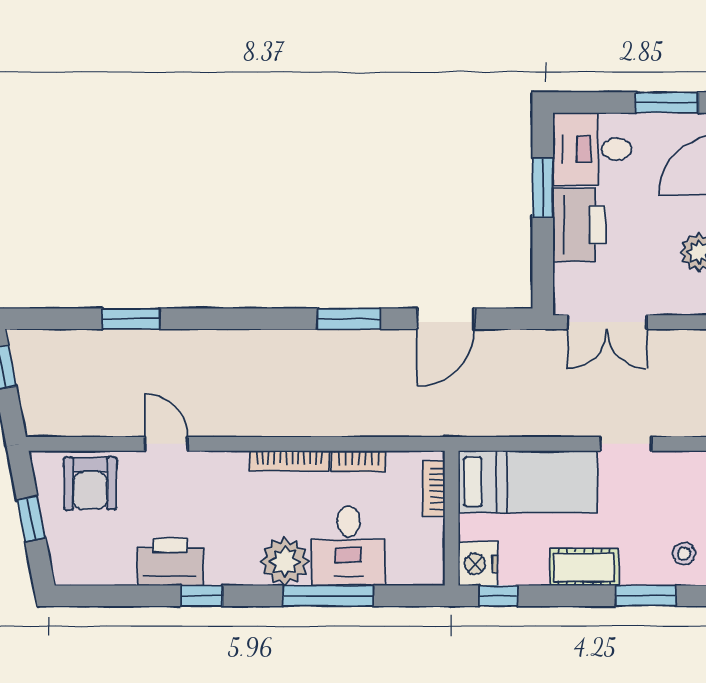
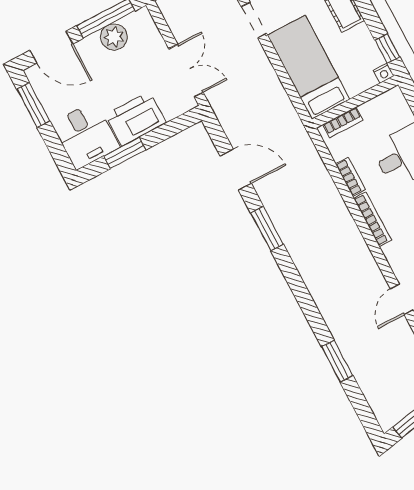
nightstand: (478, 564) -> (383, 73), width x0.53, depth x0.56

